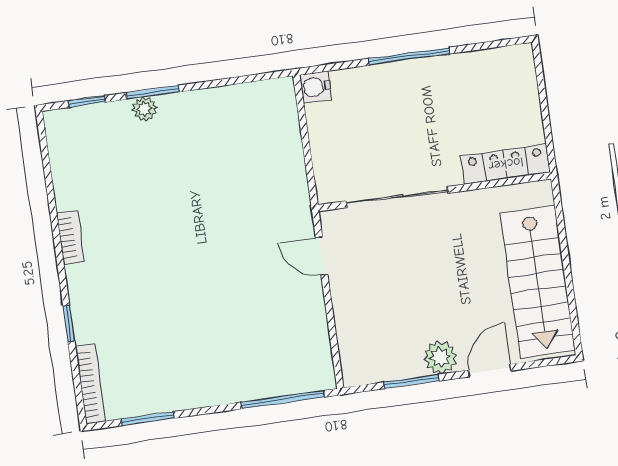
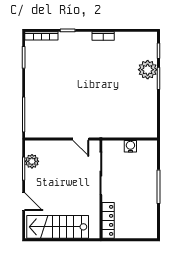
water cooler: (316, 87) -> (130, 146), moved
plant: (144, 109) -> (148, 70), width x1.87, depth x1.87
door: (322, 256) -> (81, 139), swing flipped
plant: (440, 357) -> (32, 161), moved

